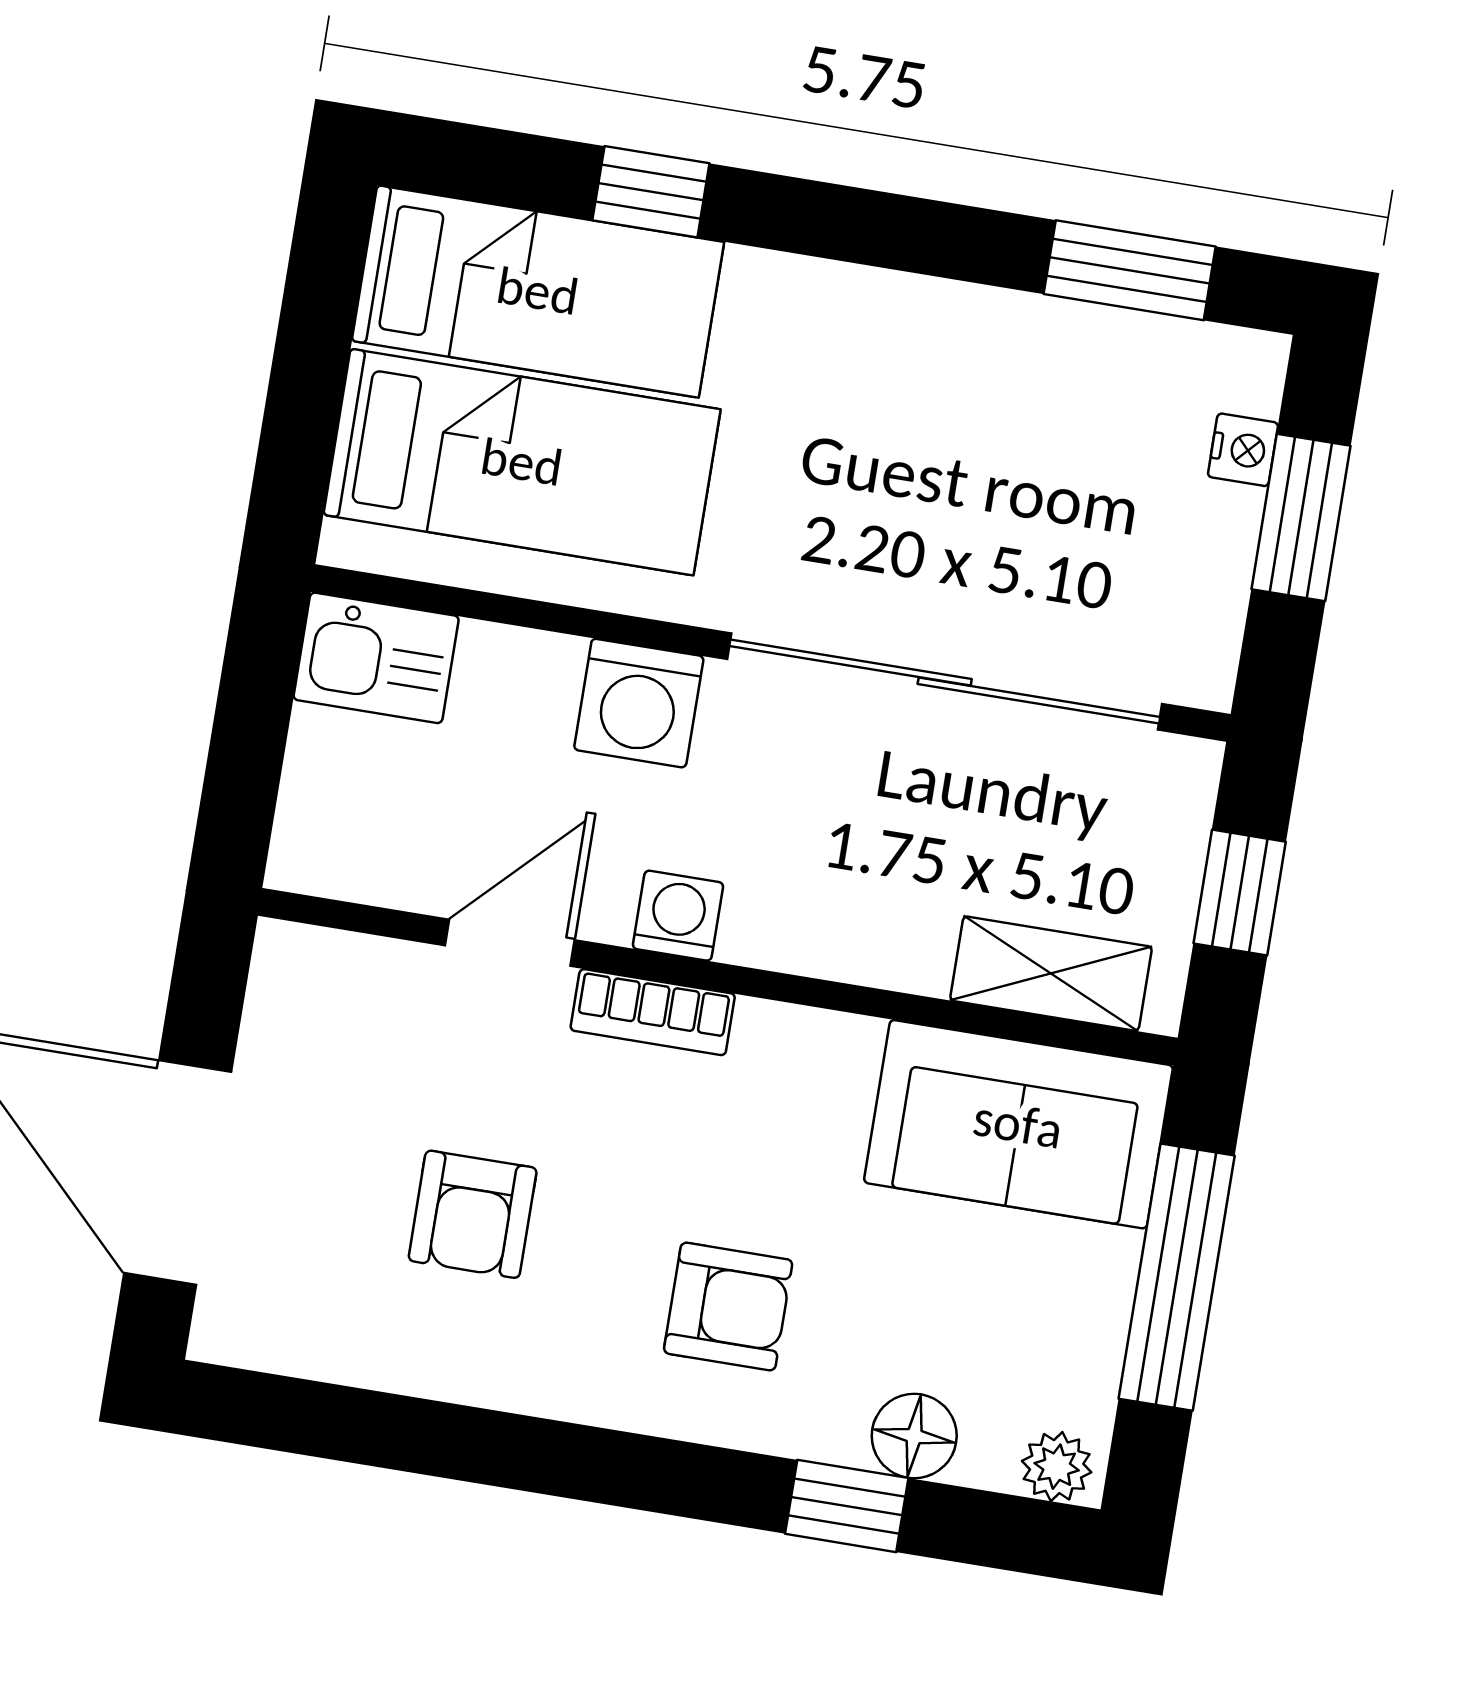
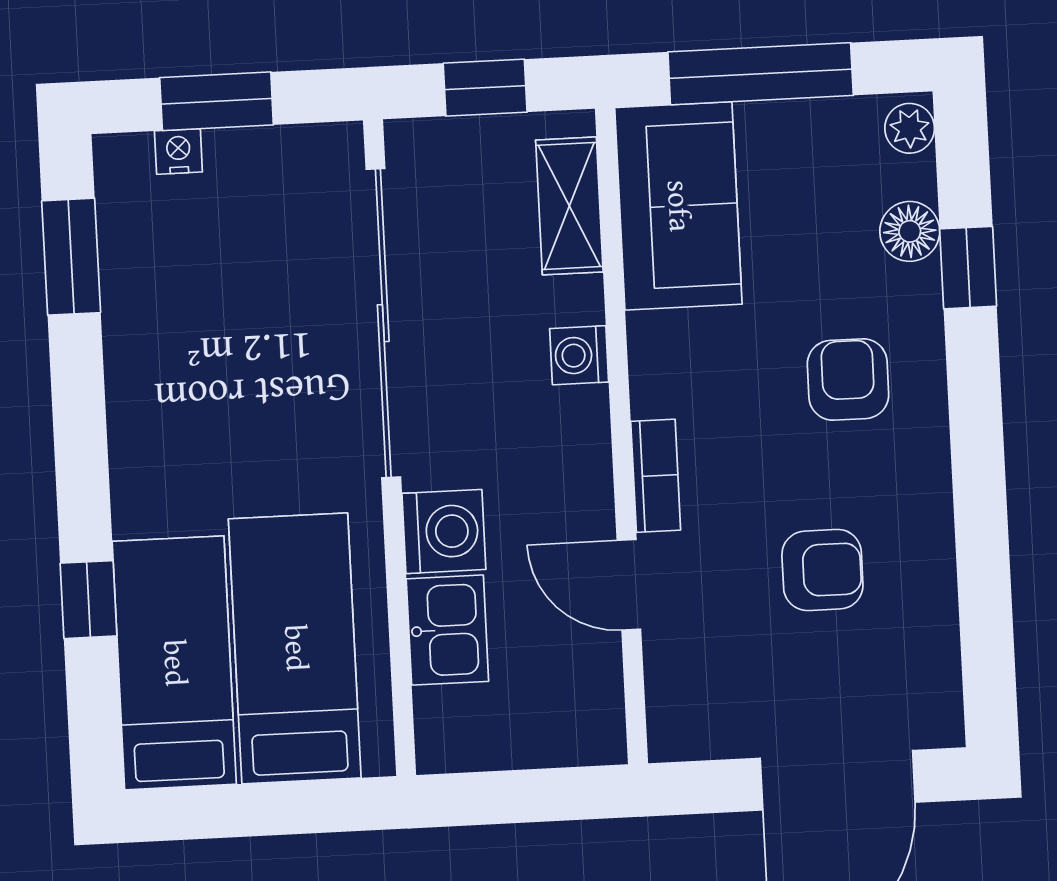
kitchen sink: (376, 658) -> (447, 630), moved
washing machine: (678, 916) -> (579, 355), moved

